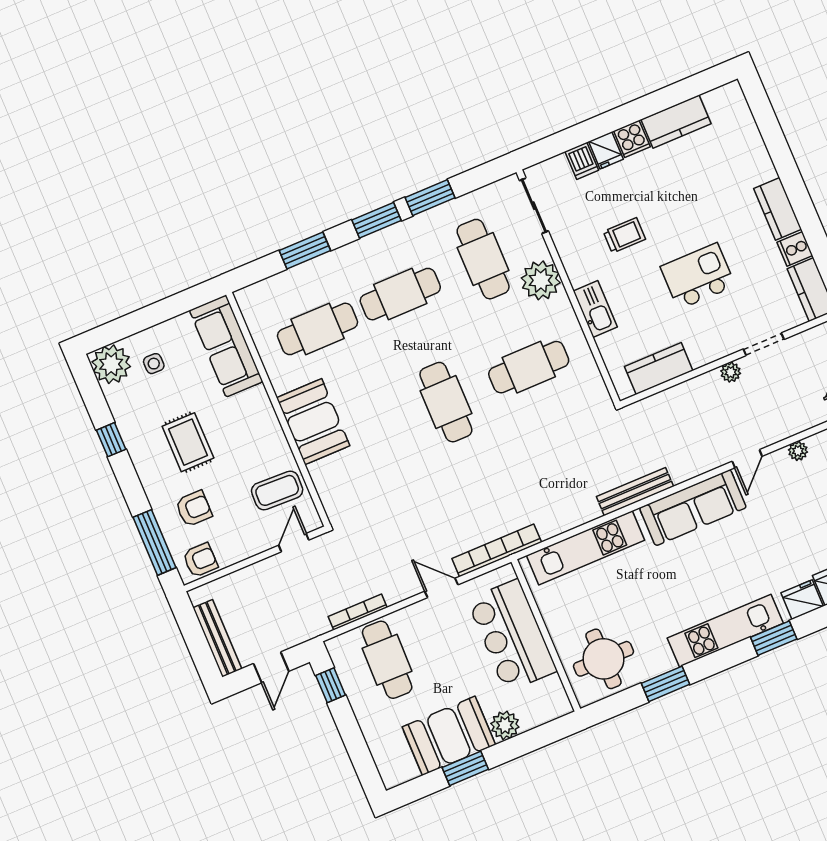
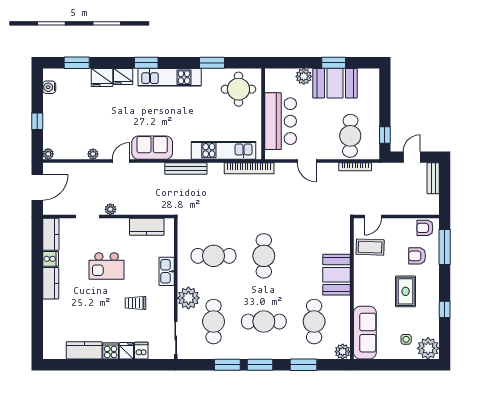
plant: (250, 299) -> (343, 352), added
cafe table: (317, 329) -> (314, 322), turned 90
sofa: (693, 508) -> (152, 148), width x0.73
bookcase: (497, 550) -> (249, 168), moved
bench: (217, 638) -> (433, 178), width x0.73

